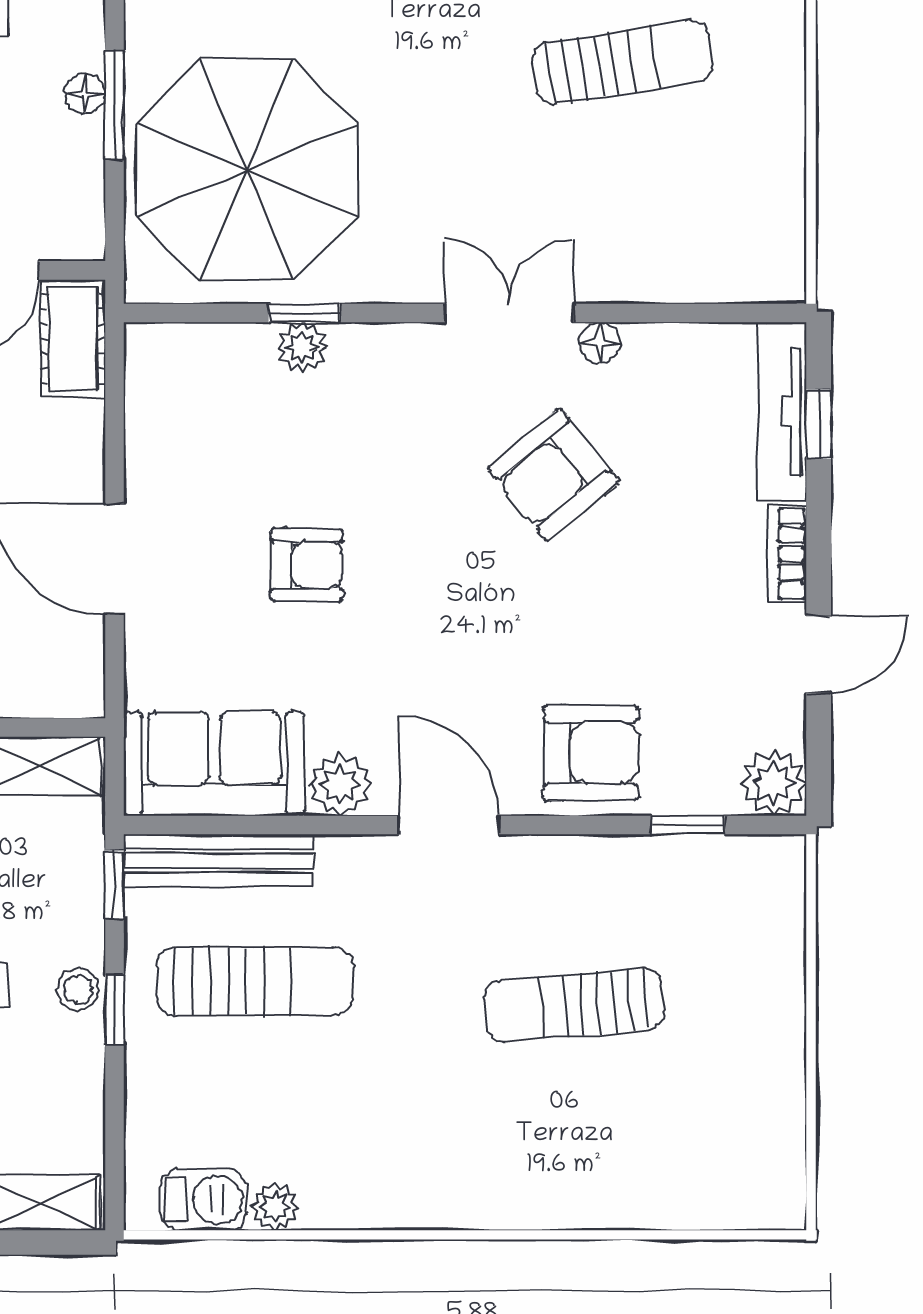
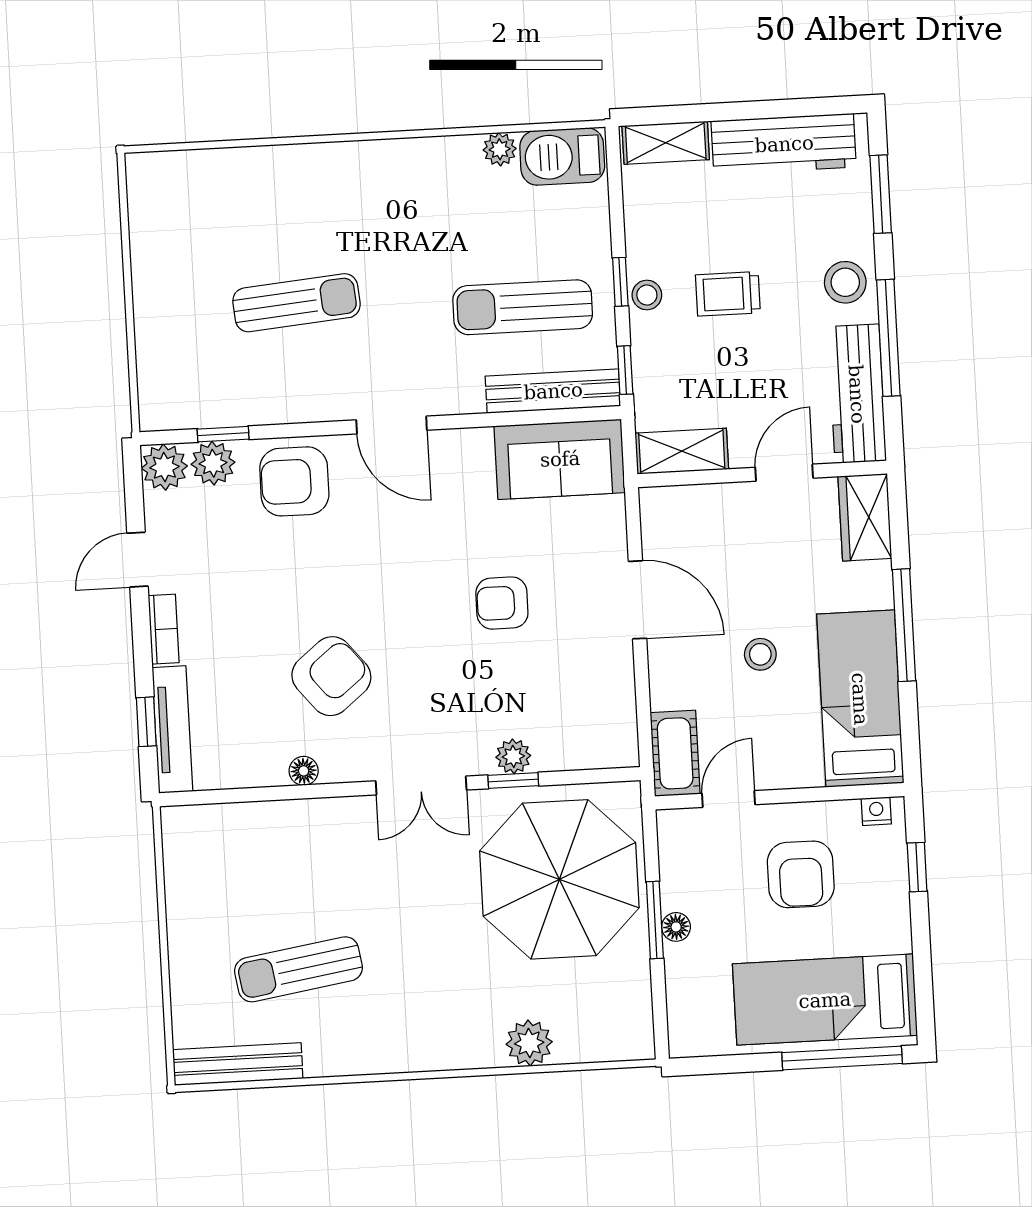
double door: (509, 313) -> (421, 785), moved
plant: (340, 785) -> (213, 463), moved
barbecue: (203, 1200) -> (562, 156), width x1.38, depth x1.27

